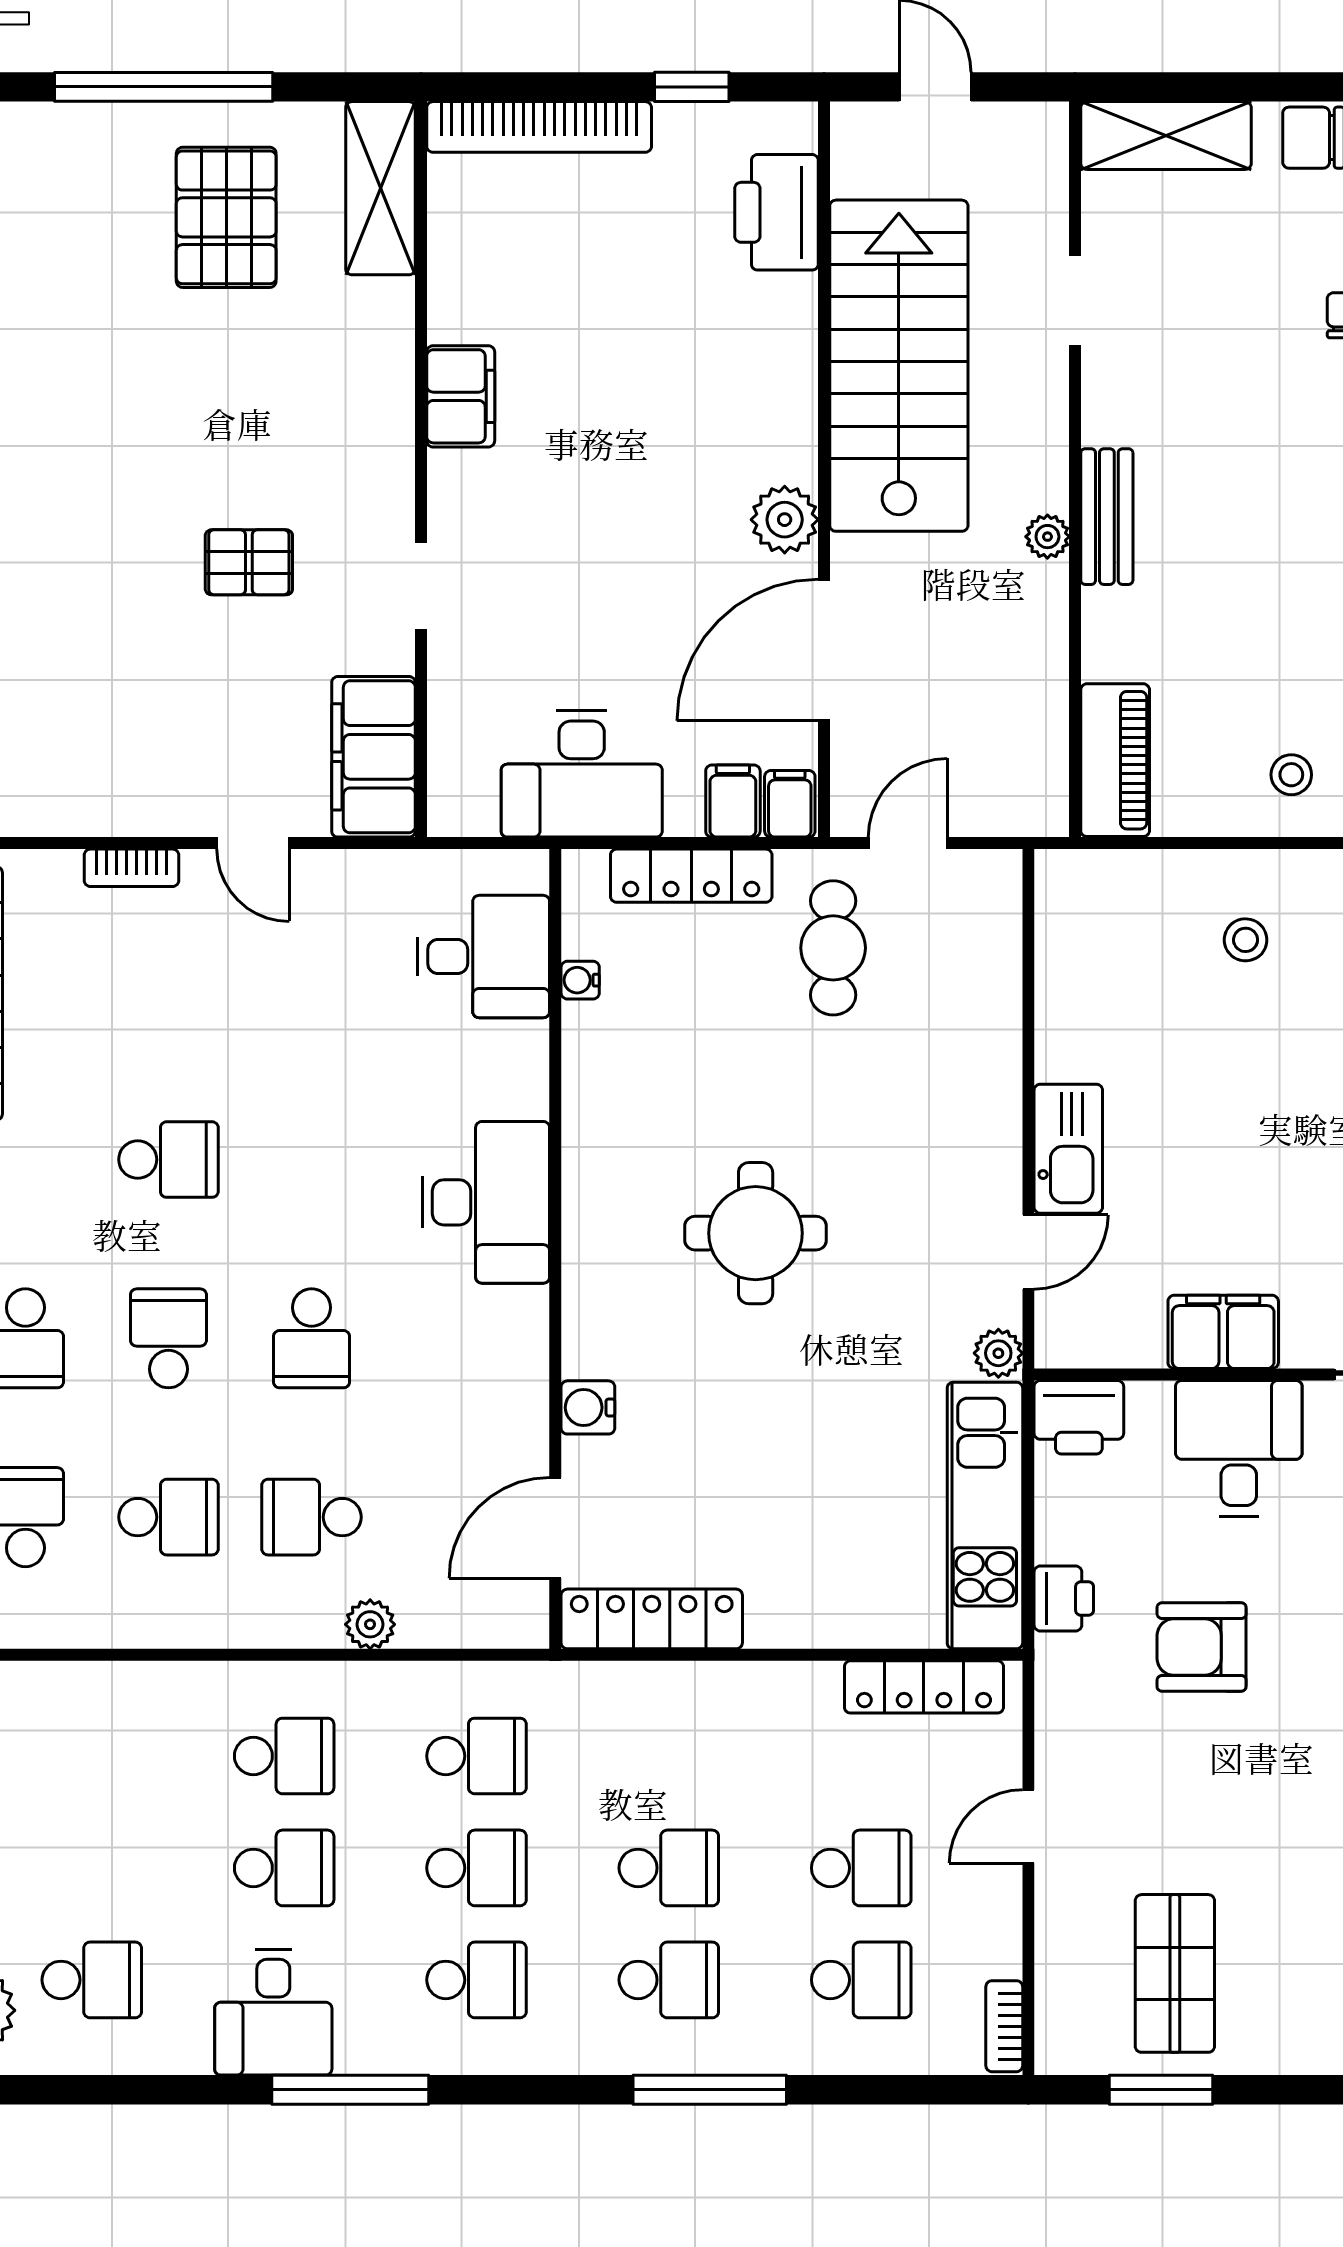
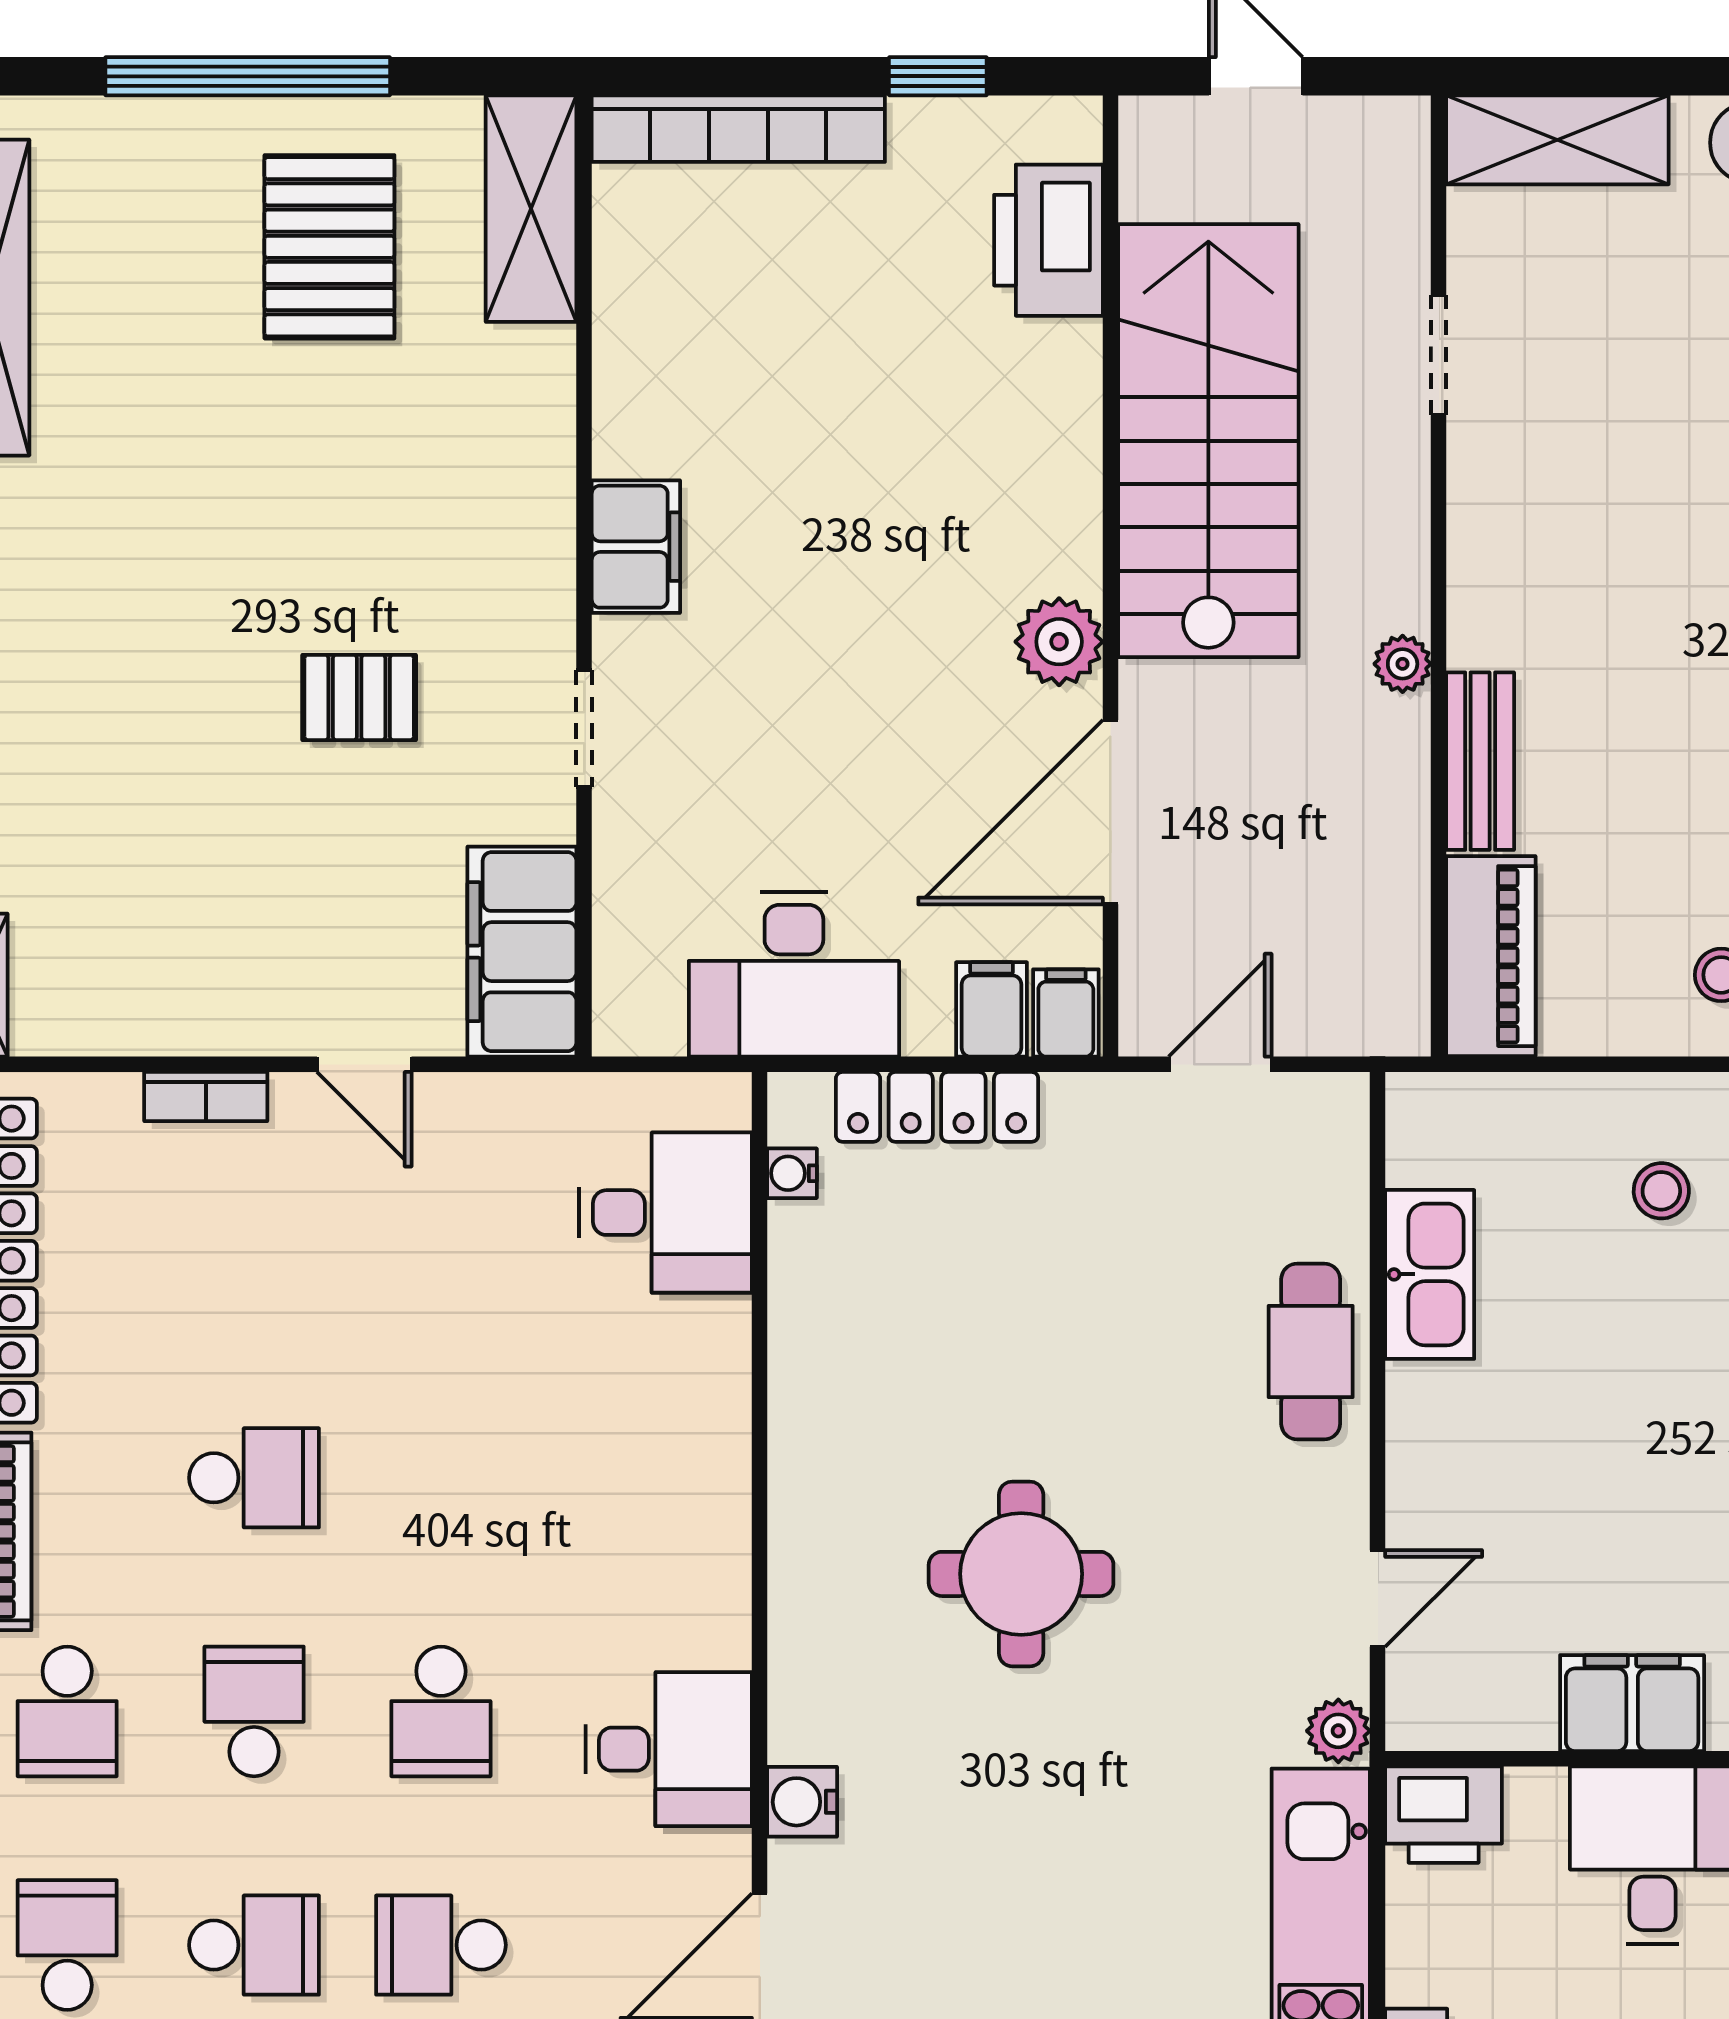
filing cabinet: (461, 396) -> (636, 547), moved
bench: (1107, 517) -> (1480, 761), moved
cafe table: (833, 948) -> (1311, 1352), moved
water cooler: (580, 980) -> (792, 1173), moved
kitchen sink: (1068, 1149) -> (1430, 1274), moved
desk: (486, 1202) -> (669, 1749), moved, width x0.73

